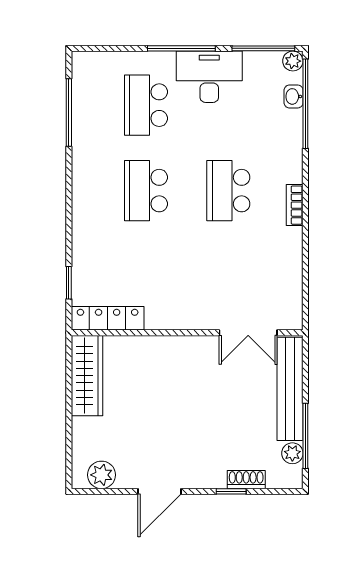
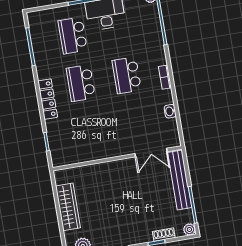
washbasin: (294, 96) -> (170, 111), moved
locker: (108, 318) -> (48, 99), moved, turned 90
wardrobe: (87, 376) -> (68, 207), moved
plant: (292, 453) -> (189, 229), moved

